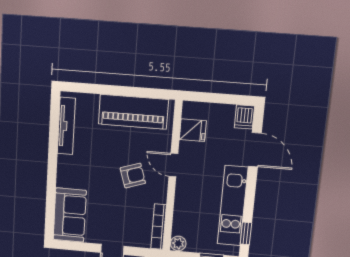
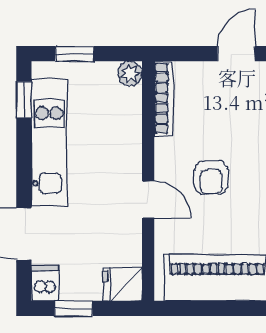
window: (228, 99) -> (74, 308), added
fridge: (193, 130) -> (123, 285), moved
armchair: (133, 176) -> (211, 177), turned -72

